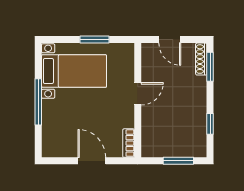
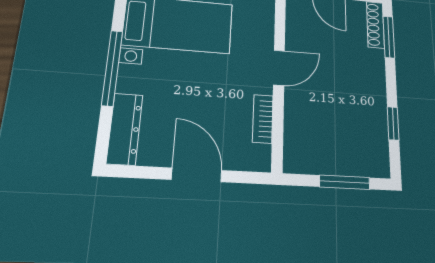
dresser: (50, 137) -> (125, 129), added
bookcase: (129, 143) -> (263, 119), moved

